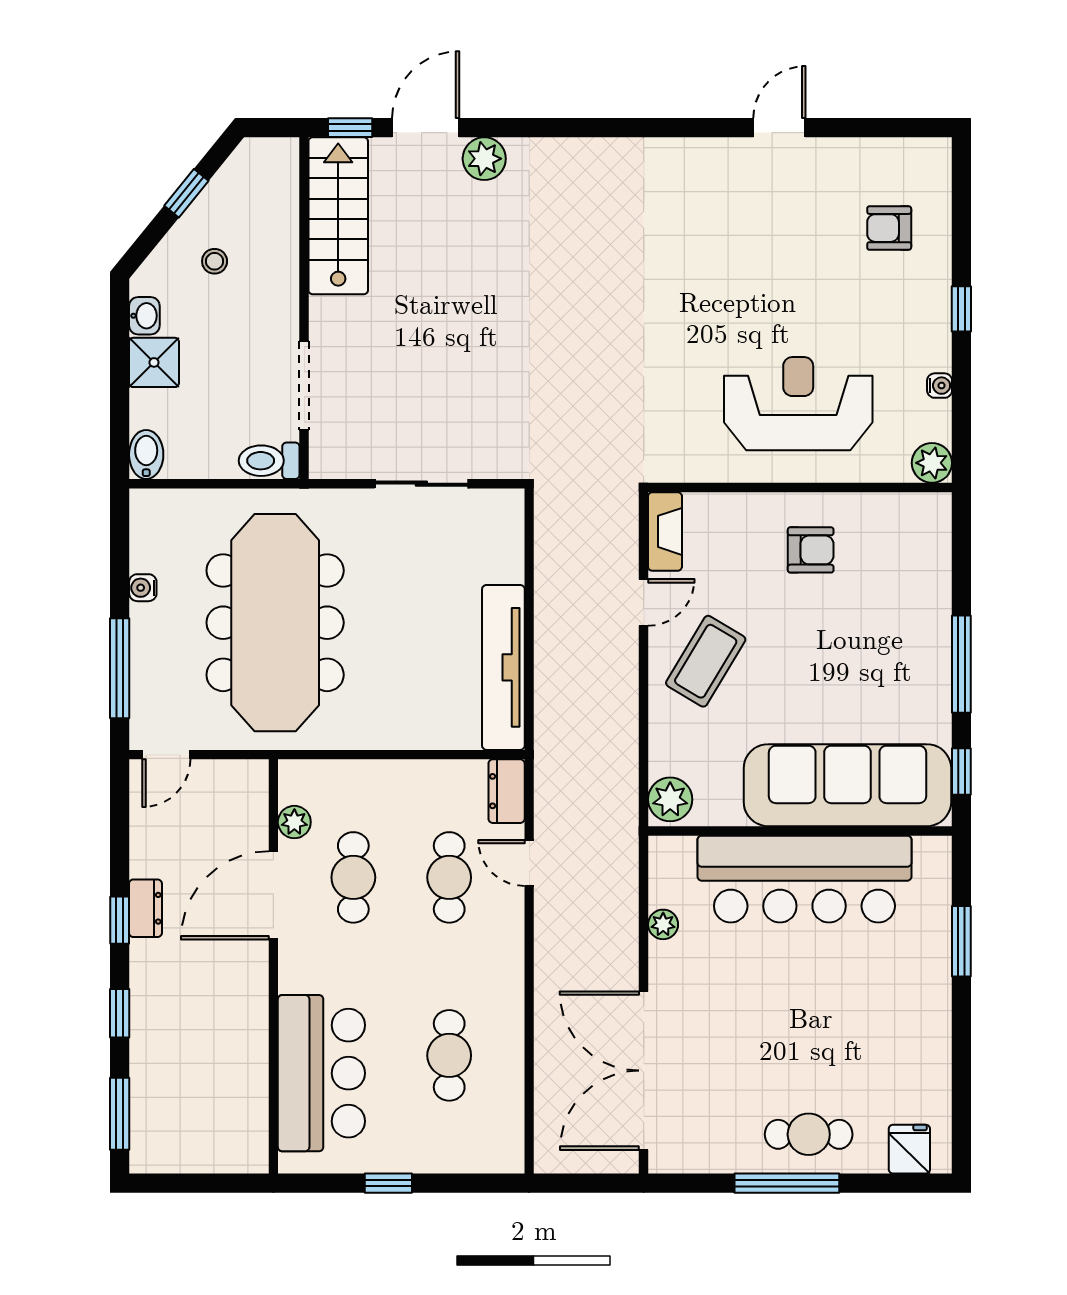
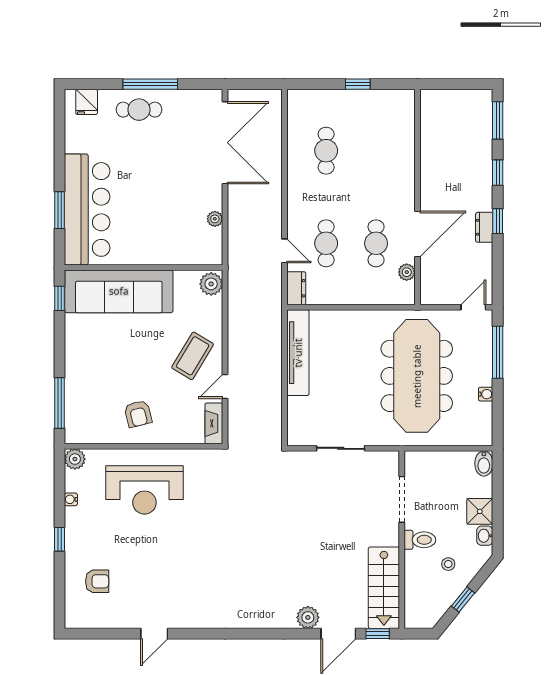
toilet: (269, 461) -> (420, 540), moved
armchair: (811, 550) -> (138, 414), turned -104
window: (961, 664) -> (59, 403), moved
bar counter: (804, 879) -> (87, 209), moved, turned 90
bar counter: (321, 1073) -> (393, 141), removed

